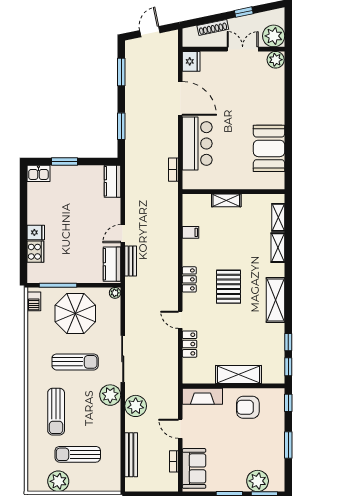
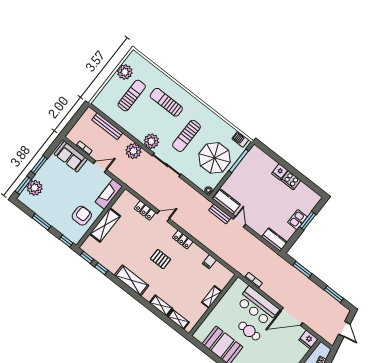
cafe table: (231, 132) -> (249, 331), added
kitchen sink: (38, 173) -> (297, 220), moved
cooker: (35, 252) -> (291, 180), moved
pallet: (229, 287) -> (161, 259), width x0.67, depth x0.71

